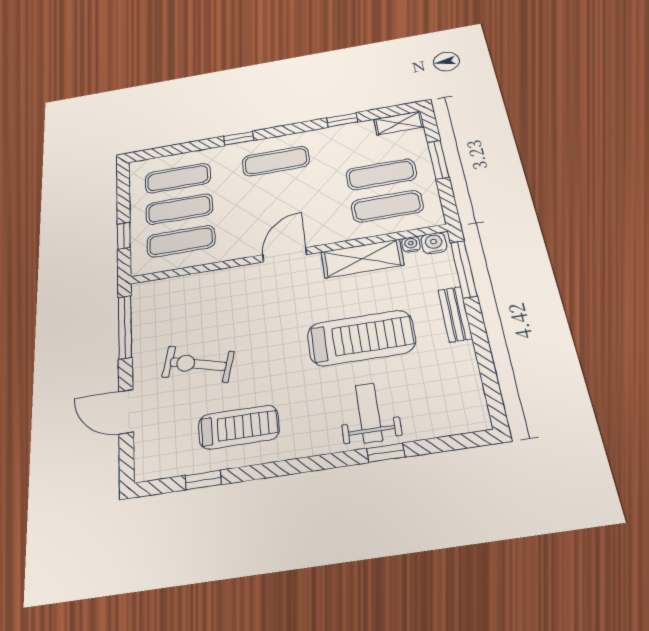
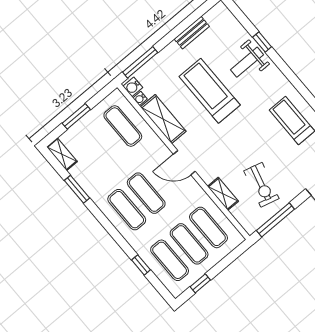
window: (342, 120) -> (77, 189), width x1.50
window: (239, 138) -> (141, 265), moved
exercise mat: (381, 174) -> (146, 193), moved
window: (124, 236) -> (200, 283), moved
shelving: (209, 280) -> (223, 194), added
bench: (455, 314) -> (192, 33), moved
exercise bike: (198, 364) -> (261, 185), moved

